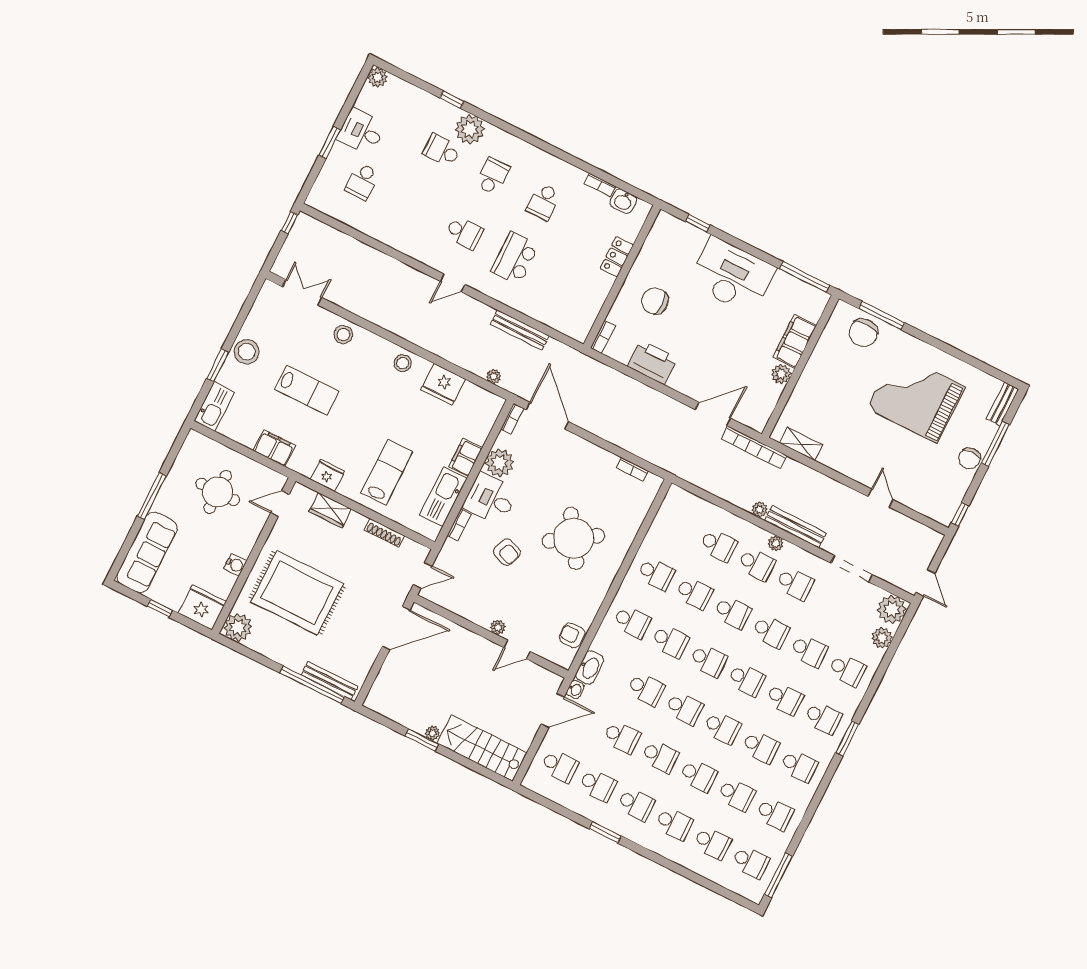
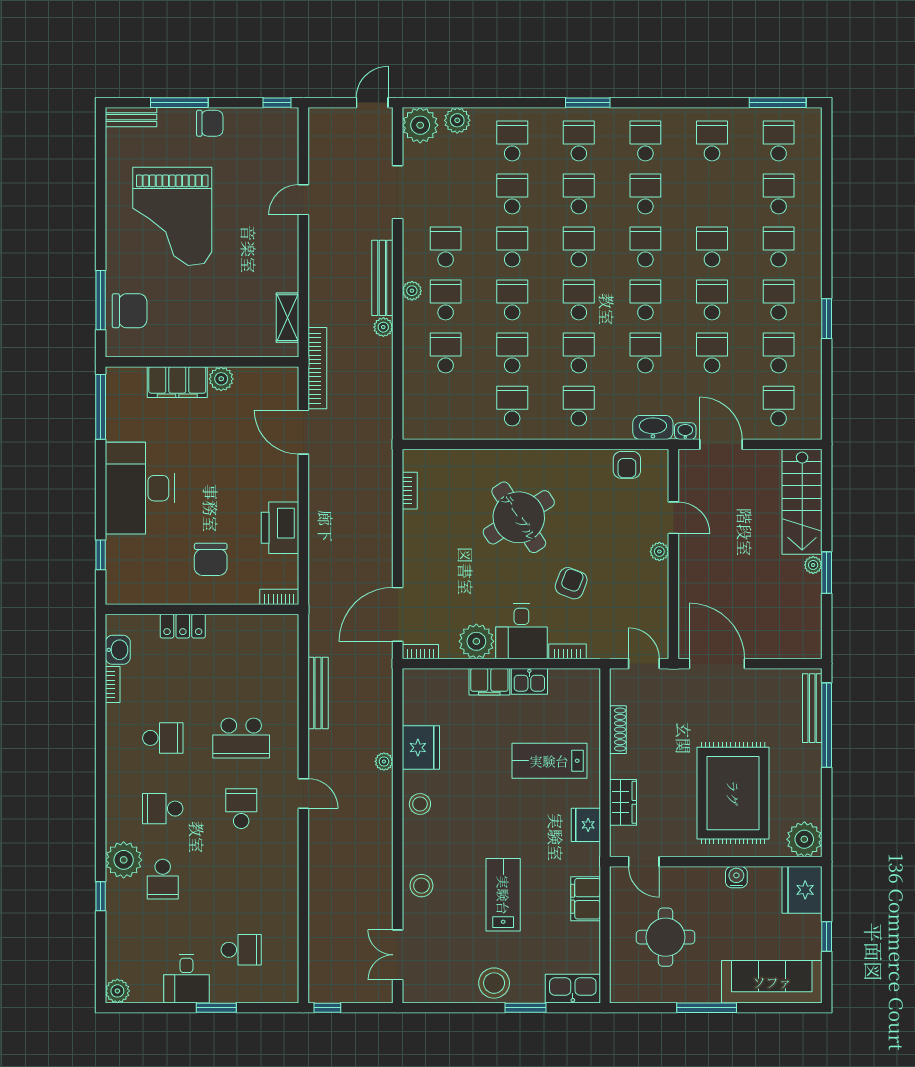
plant: (494, 376) -> (384, 761), moved
kitchen sink: (443, 497) -> (529, 681), width x0.53, depth x0.81
school desk: (736, 795) -> (712, 194), removed

